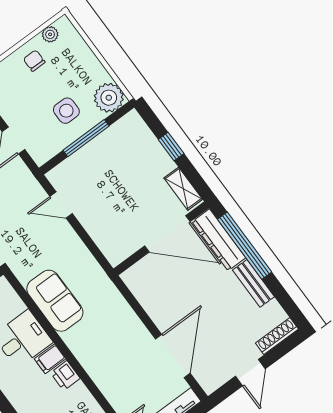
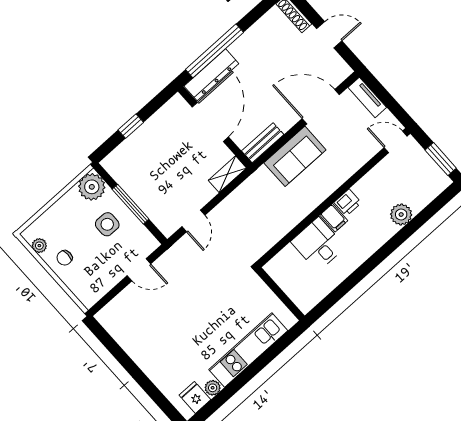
shelving: (183, 189) -> (227, 174), moved
bench: (254, 283) -> (263, 143), moved
sofa: (55, 301) -> (295, 156), moved, turned 180

